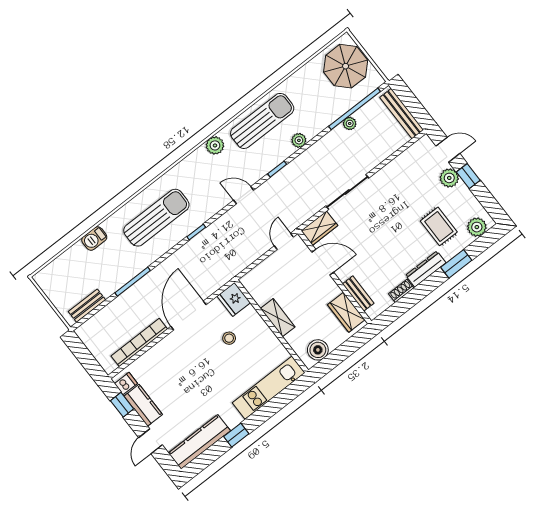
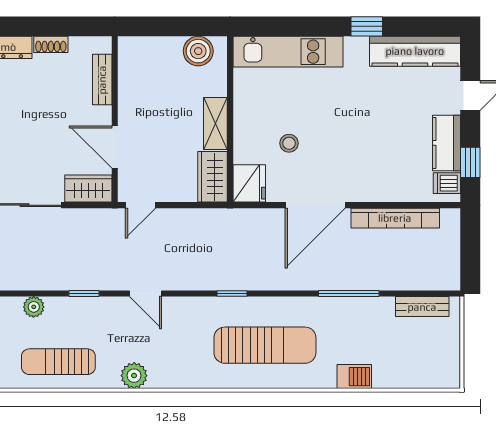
sun lounger: (262, 121) -> (58, 362), width x0.73, depth x0.75
sun lounger: (156, 218) -> (265, 345), turned 180
wardrobe: (346, 312) -> (212, 177), moved, turned 180

